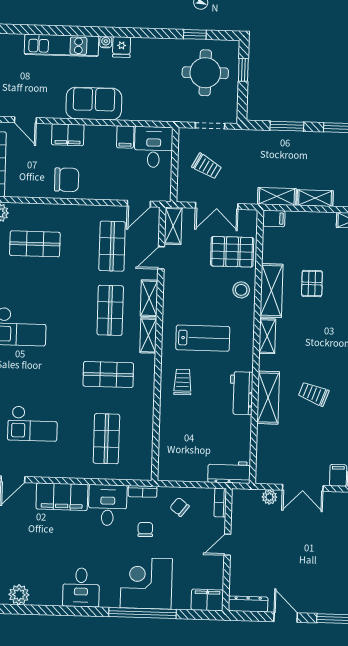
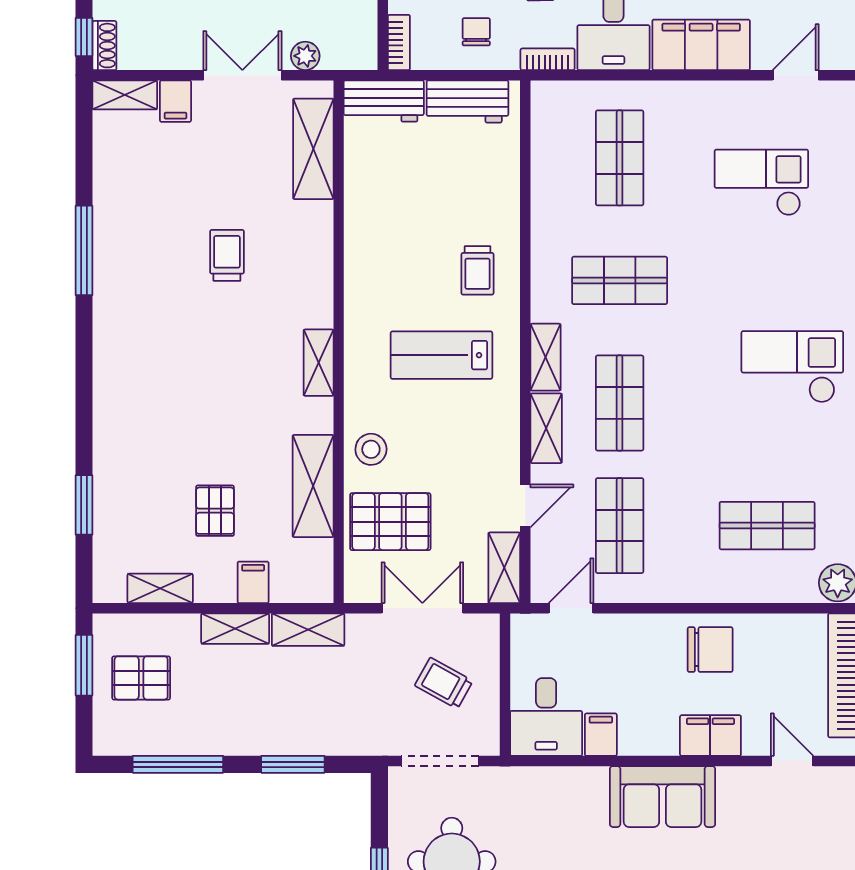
doorway: (210, 126) -> (440, 761), width x1.38
chair: (67, 180) -> (710, 650), turned 180
filing cabinet: (274, 218) -> (253, 582), moved, turned 90
pallet: (312, 284) -> (215, 511), moved
shelving: (271, 291) -> (313, 486), moved
workbench: (241, 393) -> (467, 101), moved, turned 90
trolley: (314, 394) -> (227, 255), turned -110
shelving: (268, 398) -> (313, 149), moved
chair: (180, 507) -> (476, 32), turned -128

